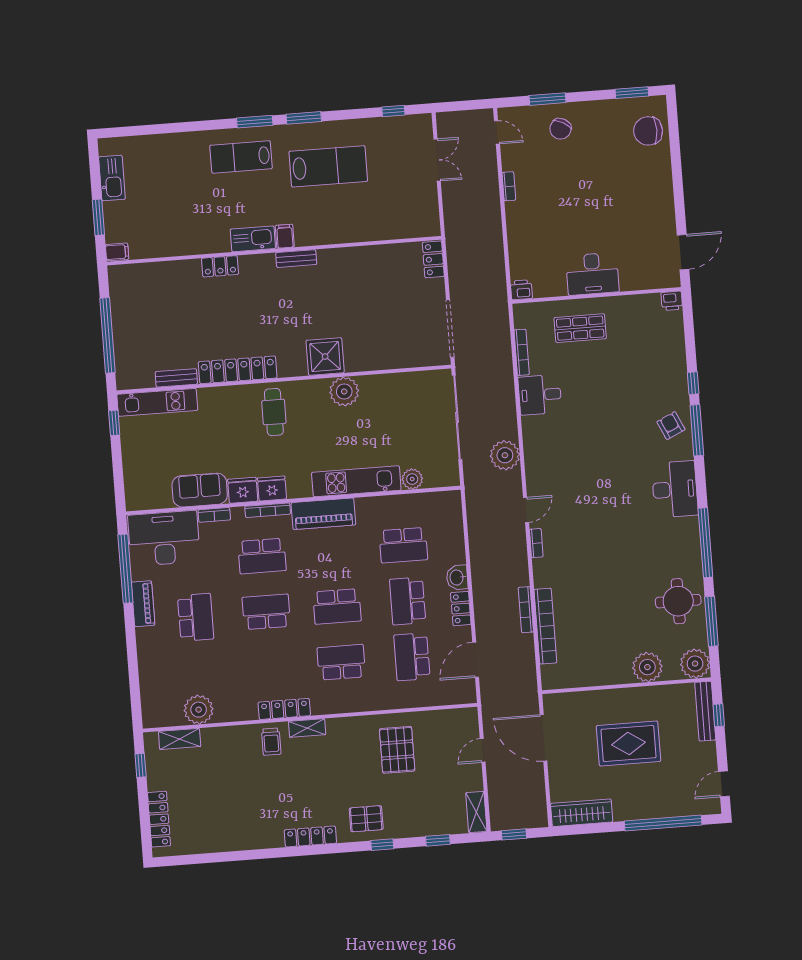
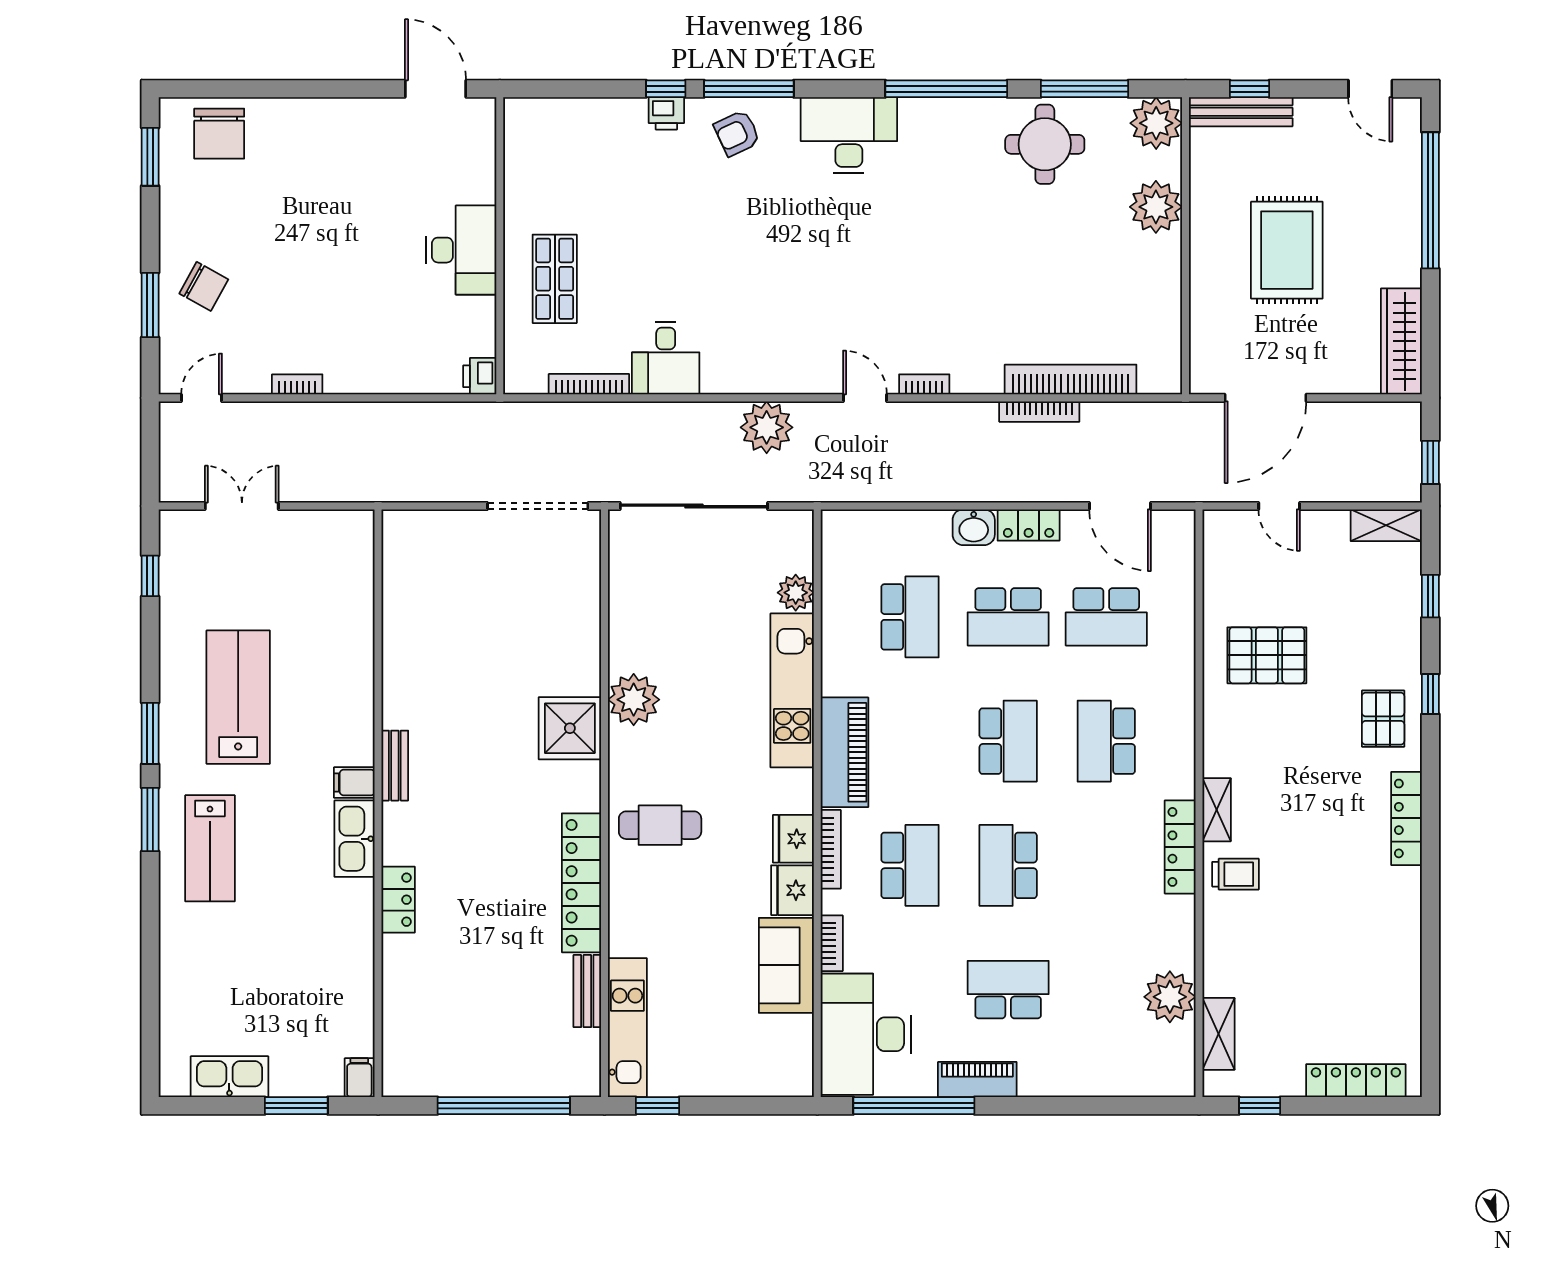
locker: (433, 259) -> (415, 526), removed
printer: (672, 301) -> (666, 113), moved, turned 90

